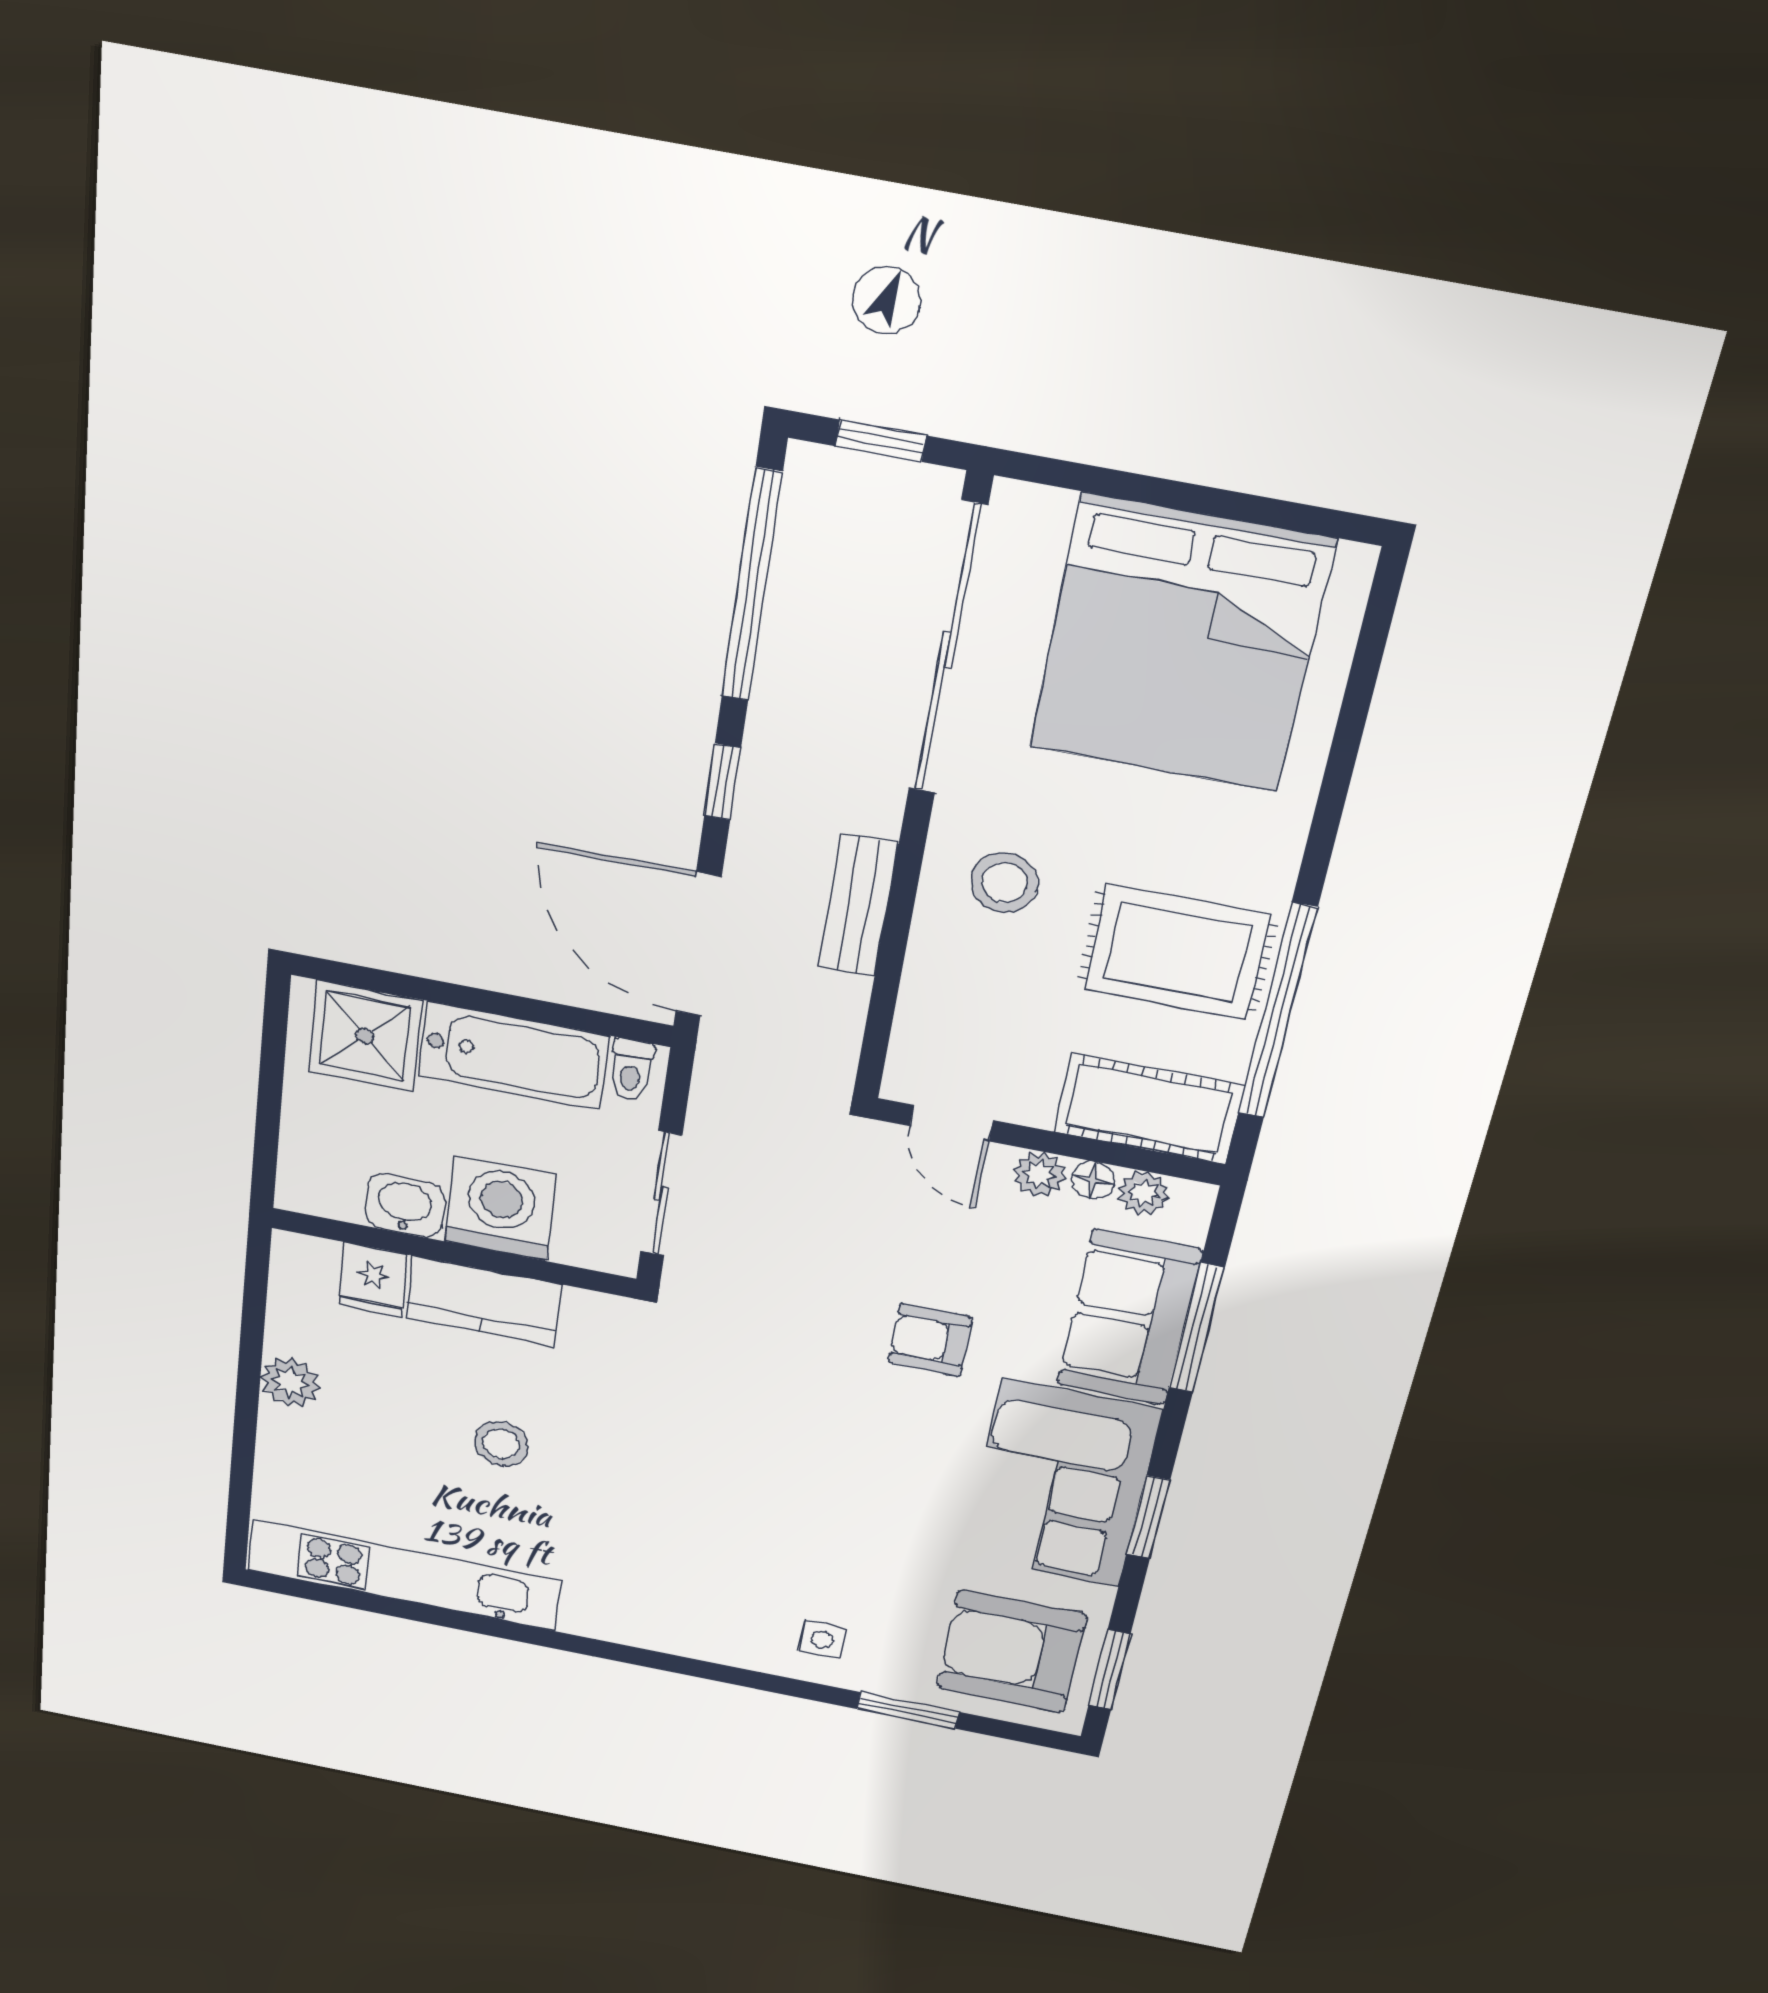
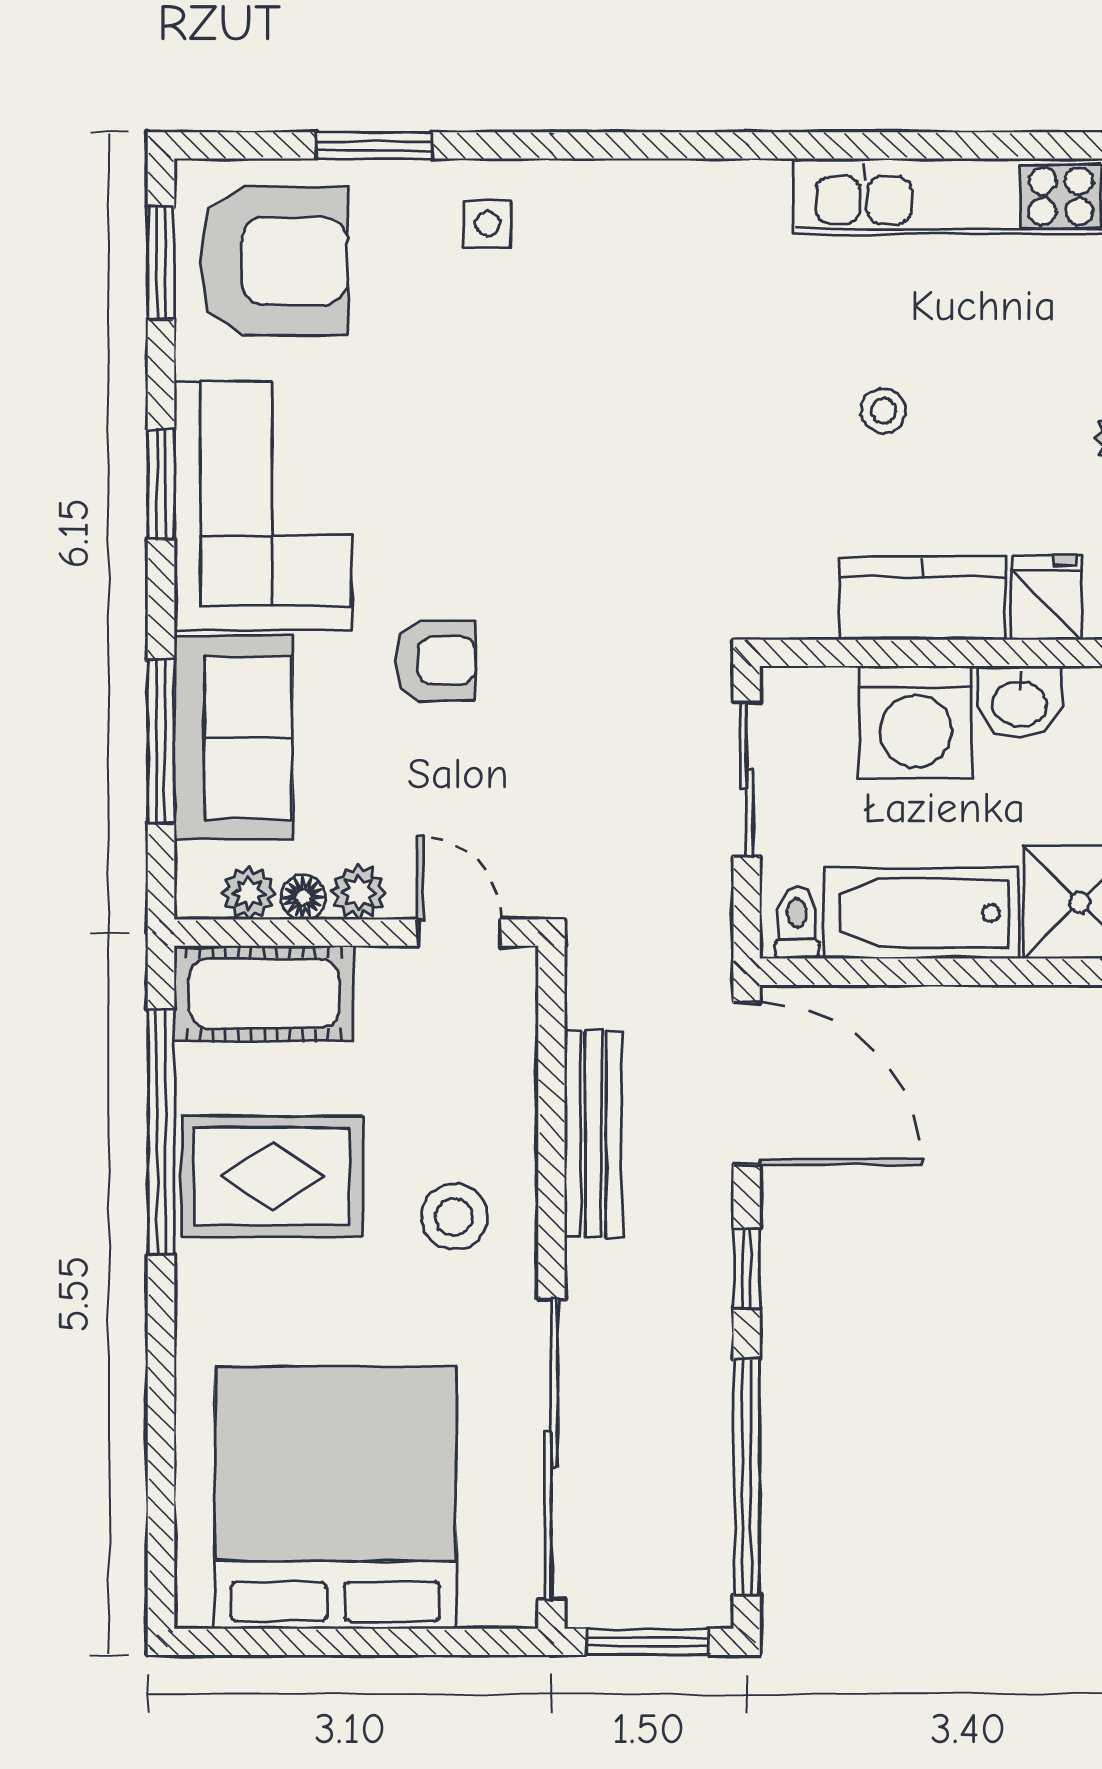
window: (881, 441) -> (647, 1642), width x1.50
bench: (858, 905) -> (593, 1134), width x1.36
stool: (501, 1444) -> (883, 411), width x0.73, depth x0.73

